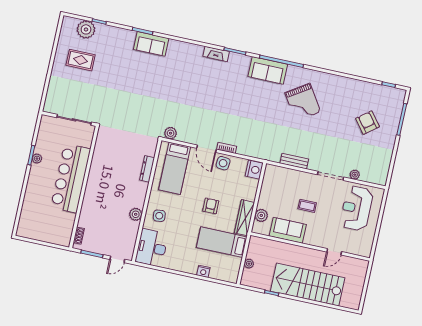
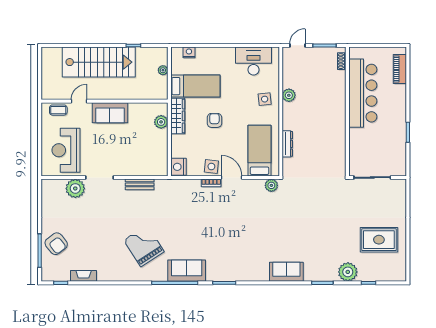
plant: (86, 29) -> (348, 272), moved
sofa: (151, 44) -> (286, 272), moved
fireplace: (216, 54) -> (84, 276), moved
rug: (81, 60) -> (379, 240), width x1.36, depth x1.43
armchair: (368, 123) -> (56, 244), moved
plant: (37, 159) -> (401, 130), removed
plant: (355, 175) -> (75, 188), width x1.87, depth x1.87
bar counter: (71, 178) -> (363, 93), moved
armchair: (211, 206) -> (214, 120), turned 180
coffee table: (307, 206) -> (58, 110), moved
reception desk: (357, 208) -> (66, 150), turned 180
piano: (26, 216) -> (400, 69), added
sofa: (288, 230) -> (110, 113), moved
desk: (152, 248) -> (254, 61), moved, turned -90
nightstand: (203, 271) -> (189, 52), moved

